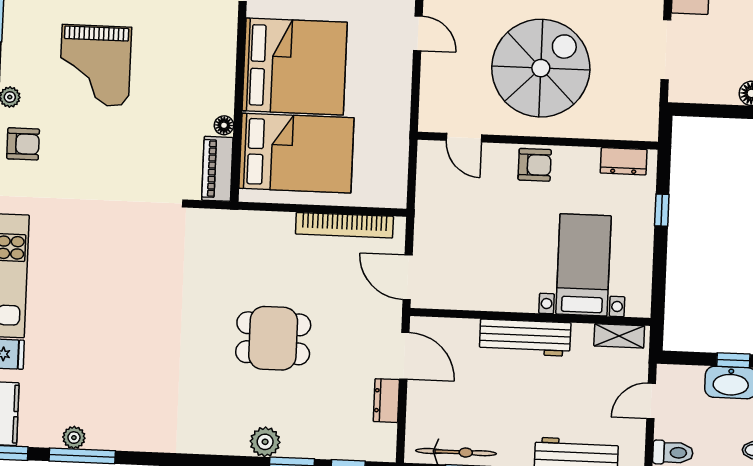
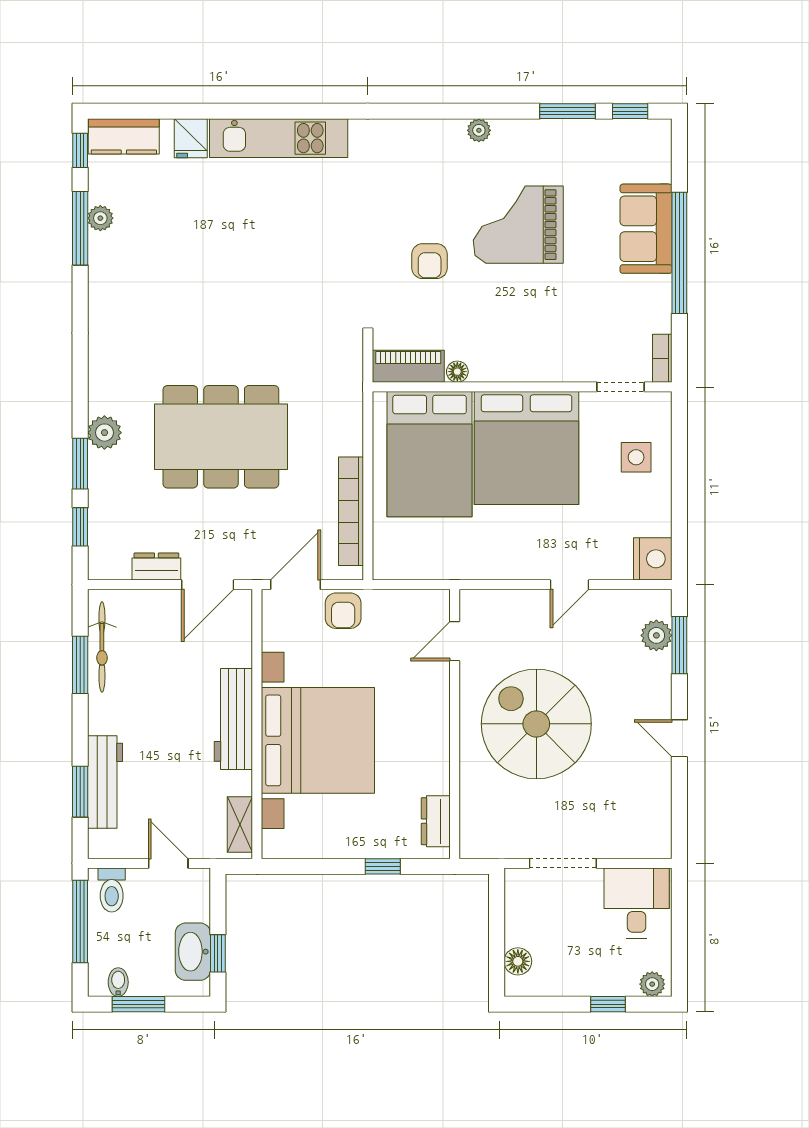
spiral stairs: (541, 68) -> (536, 724), turned 180
armchair: (23, 144) -> (430, 261), moved
armchair: (535, 165) -> (343, 611), moved
bed with nightstands: (583, 265) -> (318, 740), width x1.85
dining table: (273, 338) -> (221, 437), width x1.88, depth x1.24

